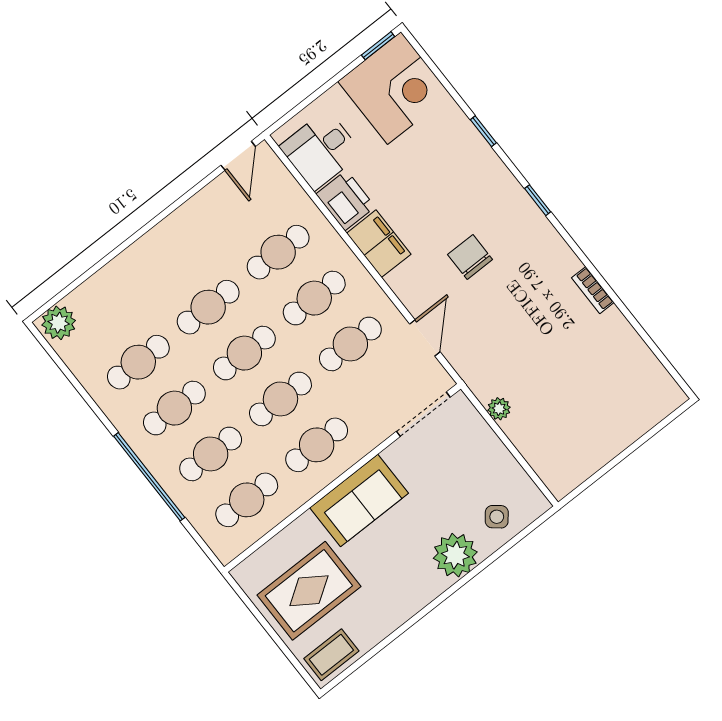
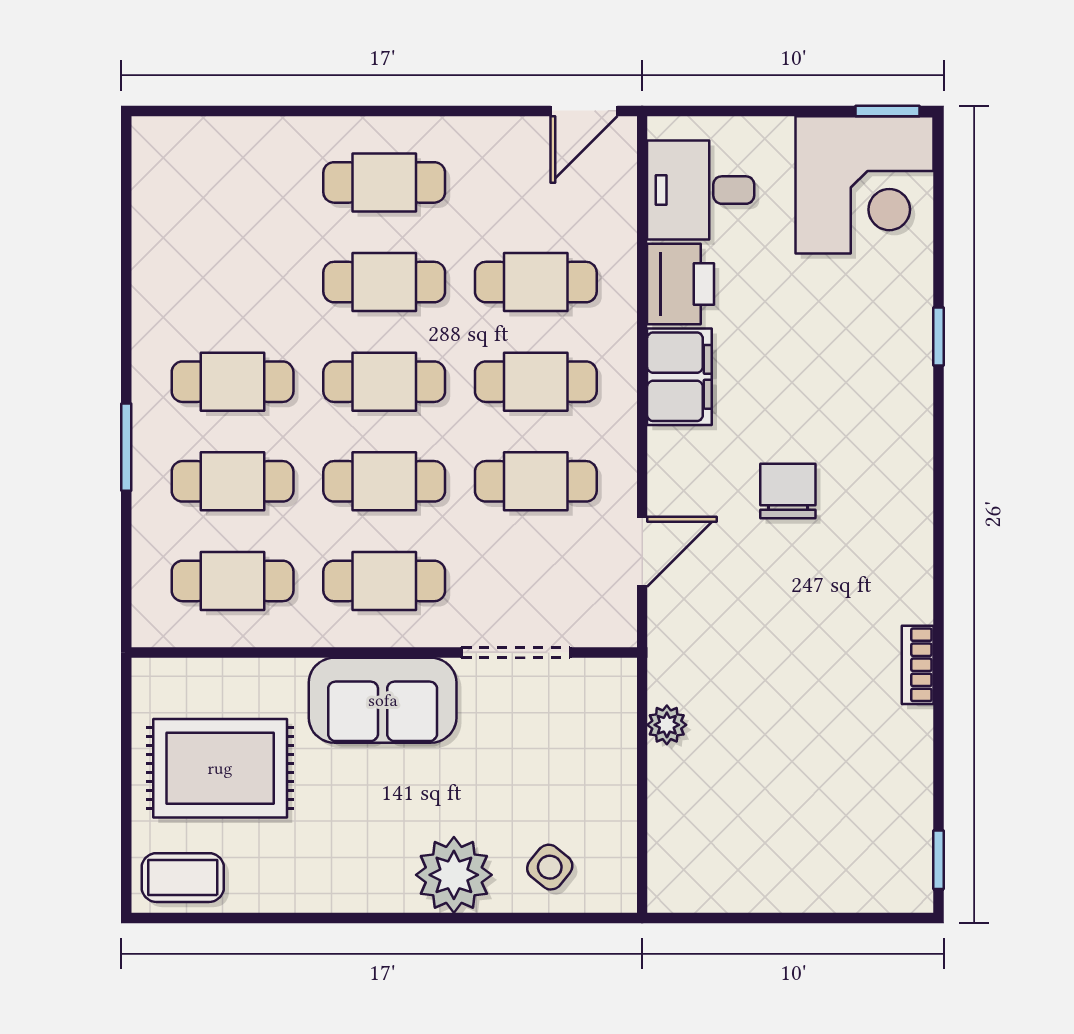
window: (538, 200) -> (938, 860), moved
plant: (59, 323) -> (167, 145), removed
cafe table: (138, 362) -> (384, 182), moved
doorway: (423, 414) -> (516, 652), moved
window: (149, 477) -> (126, 447), width x0.47

